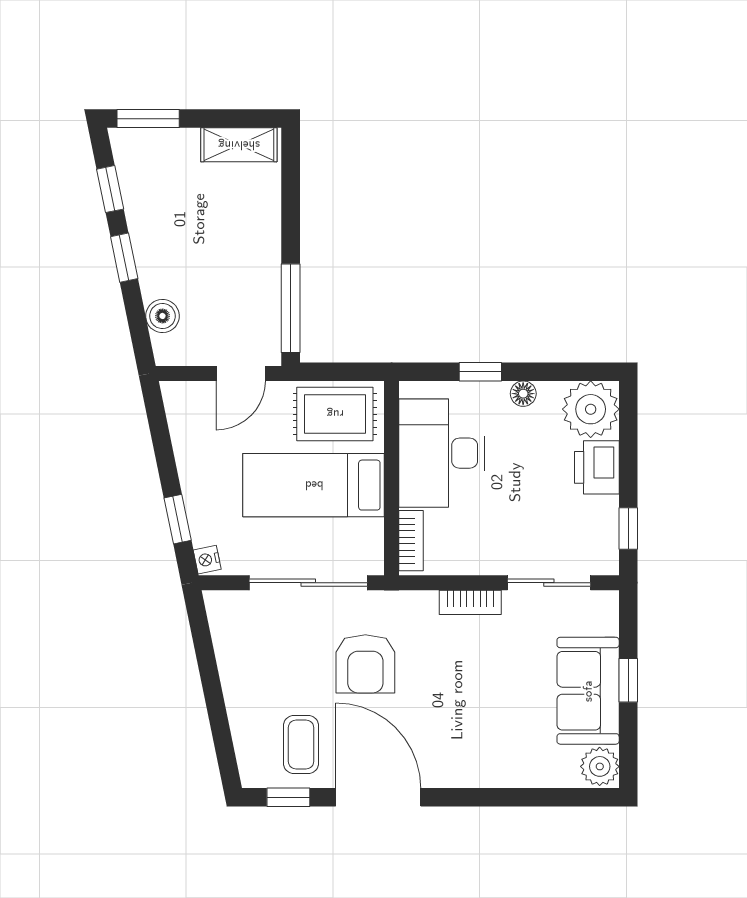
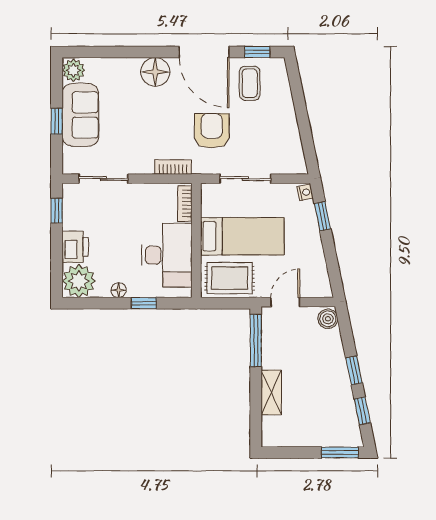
shelving: (239, 145) -> (271, 392), moved, turned 90
boiler: (162, 316) -> (328, 319), moved
sliding door: (308, 583) -> (245, 179), width x0.73
bookcase: (470, 602) -> (173, 167), moved
floor lamp: (461, 764) -> (155, 72), added

